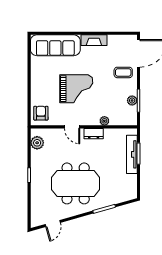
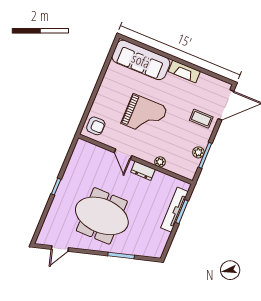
armchair: (41, 113) -> (96, 126), turned 90
plant: (37, 143) -> (79, 156), removed

